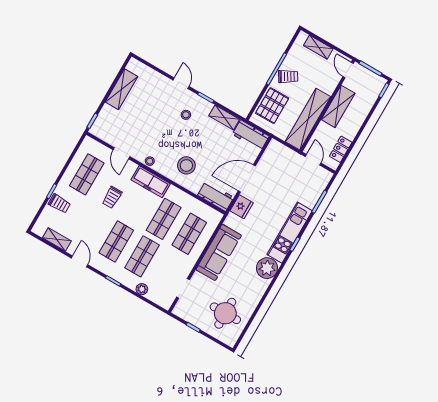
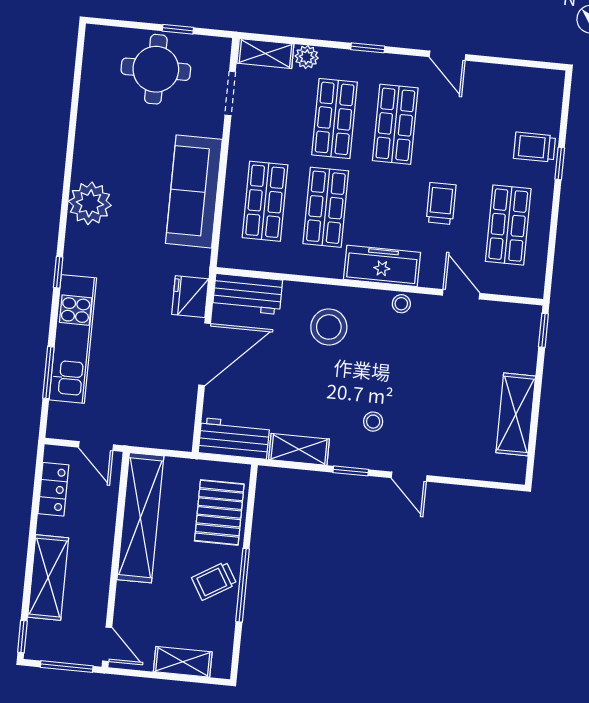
shelving: (338, 106) -> (48, 578), moved
kitchen unit: (290, 233) -> (73, 339), moved
shelving: (57, 239) -> (265, 54), moved
round table: (225, 313) -> (156, 69), moved

